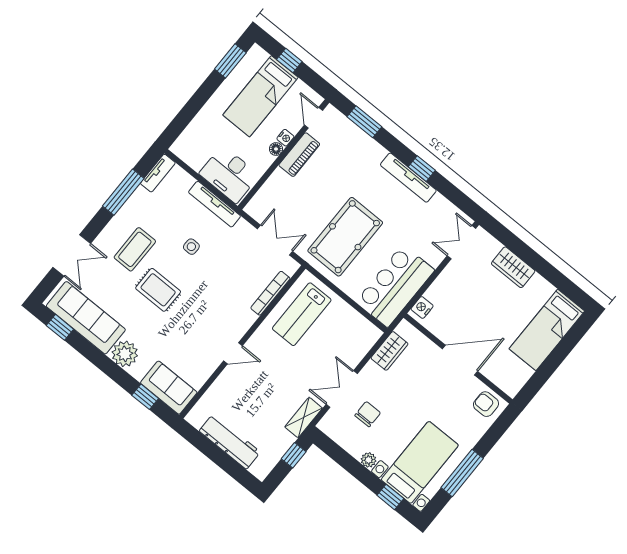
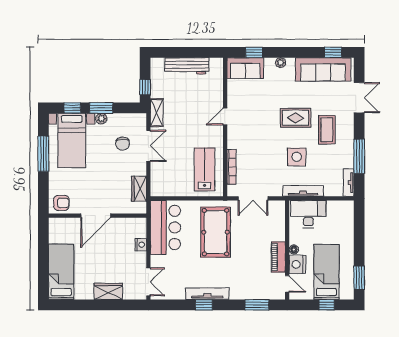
nightstand: (285, 138) -> (297, 264), width x1.89, depth x1.79
side table: (191, 247) -> (297, 157), width x1.87, depth x1.87
double door: (72, 255) -> (359, 98), swing flipped
nightstand: (422, 307) -> (141, 245), moved
plant: (125, 354) -> (281, 63), width x0.53, depth x0.53
window: (359, 472) -> (101, 108), added

